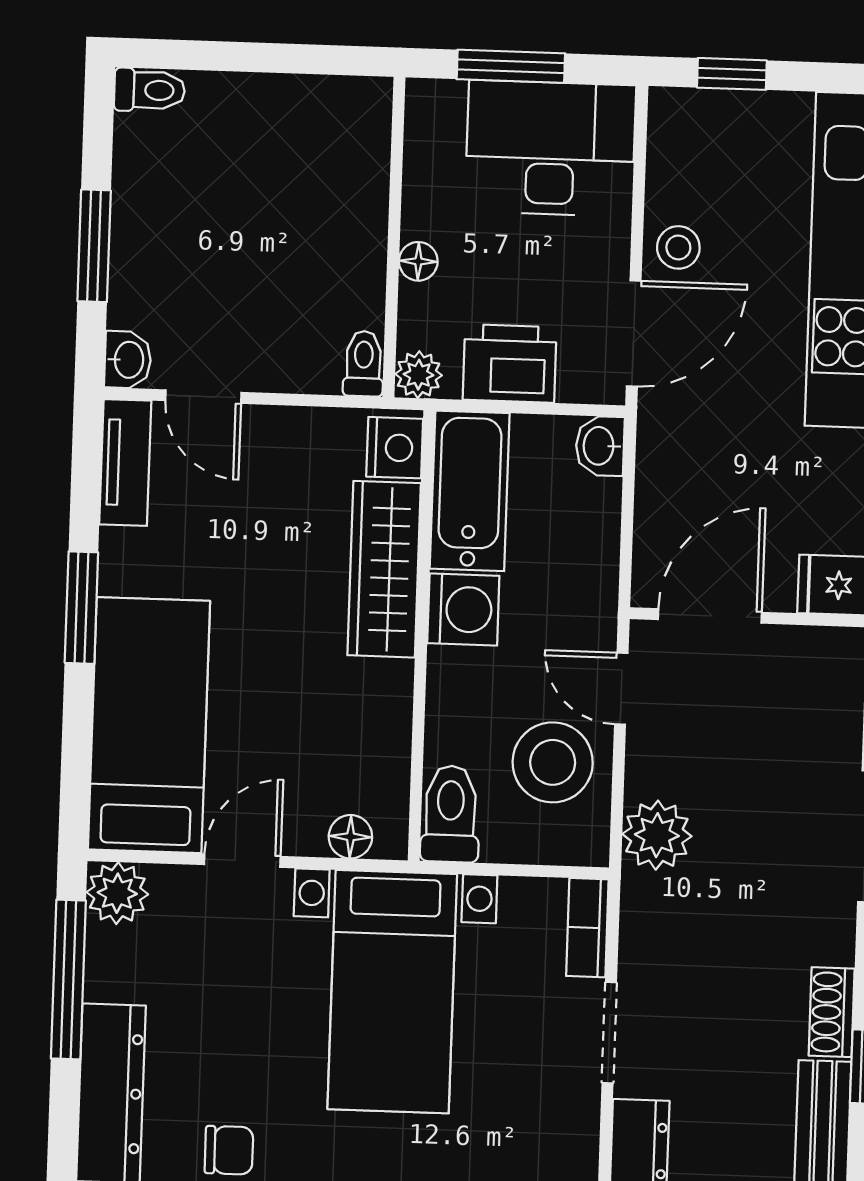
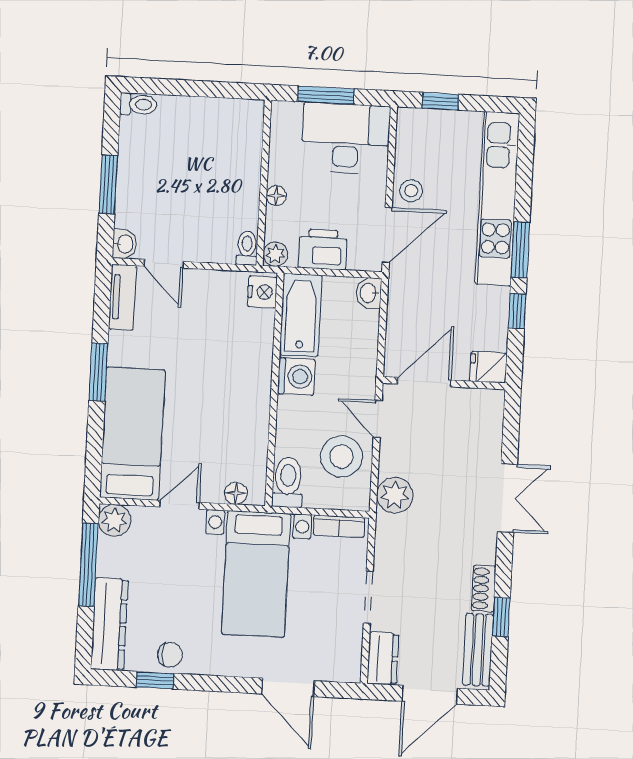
wardrobe: (384, 569) -> (256, 355), removed
bookcase: (587, 928) -> (339, 526), moved, turned -90

